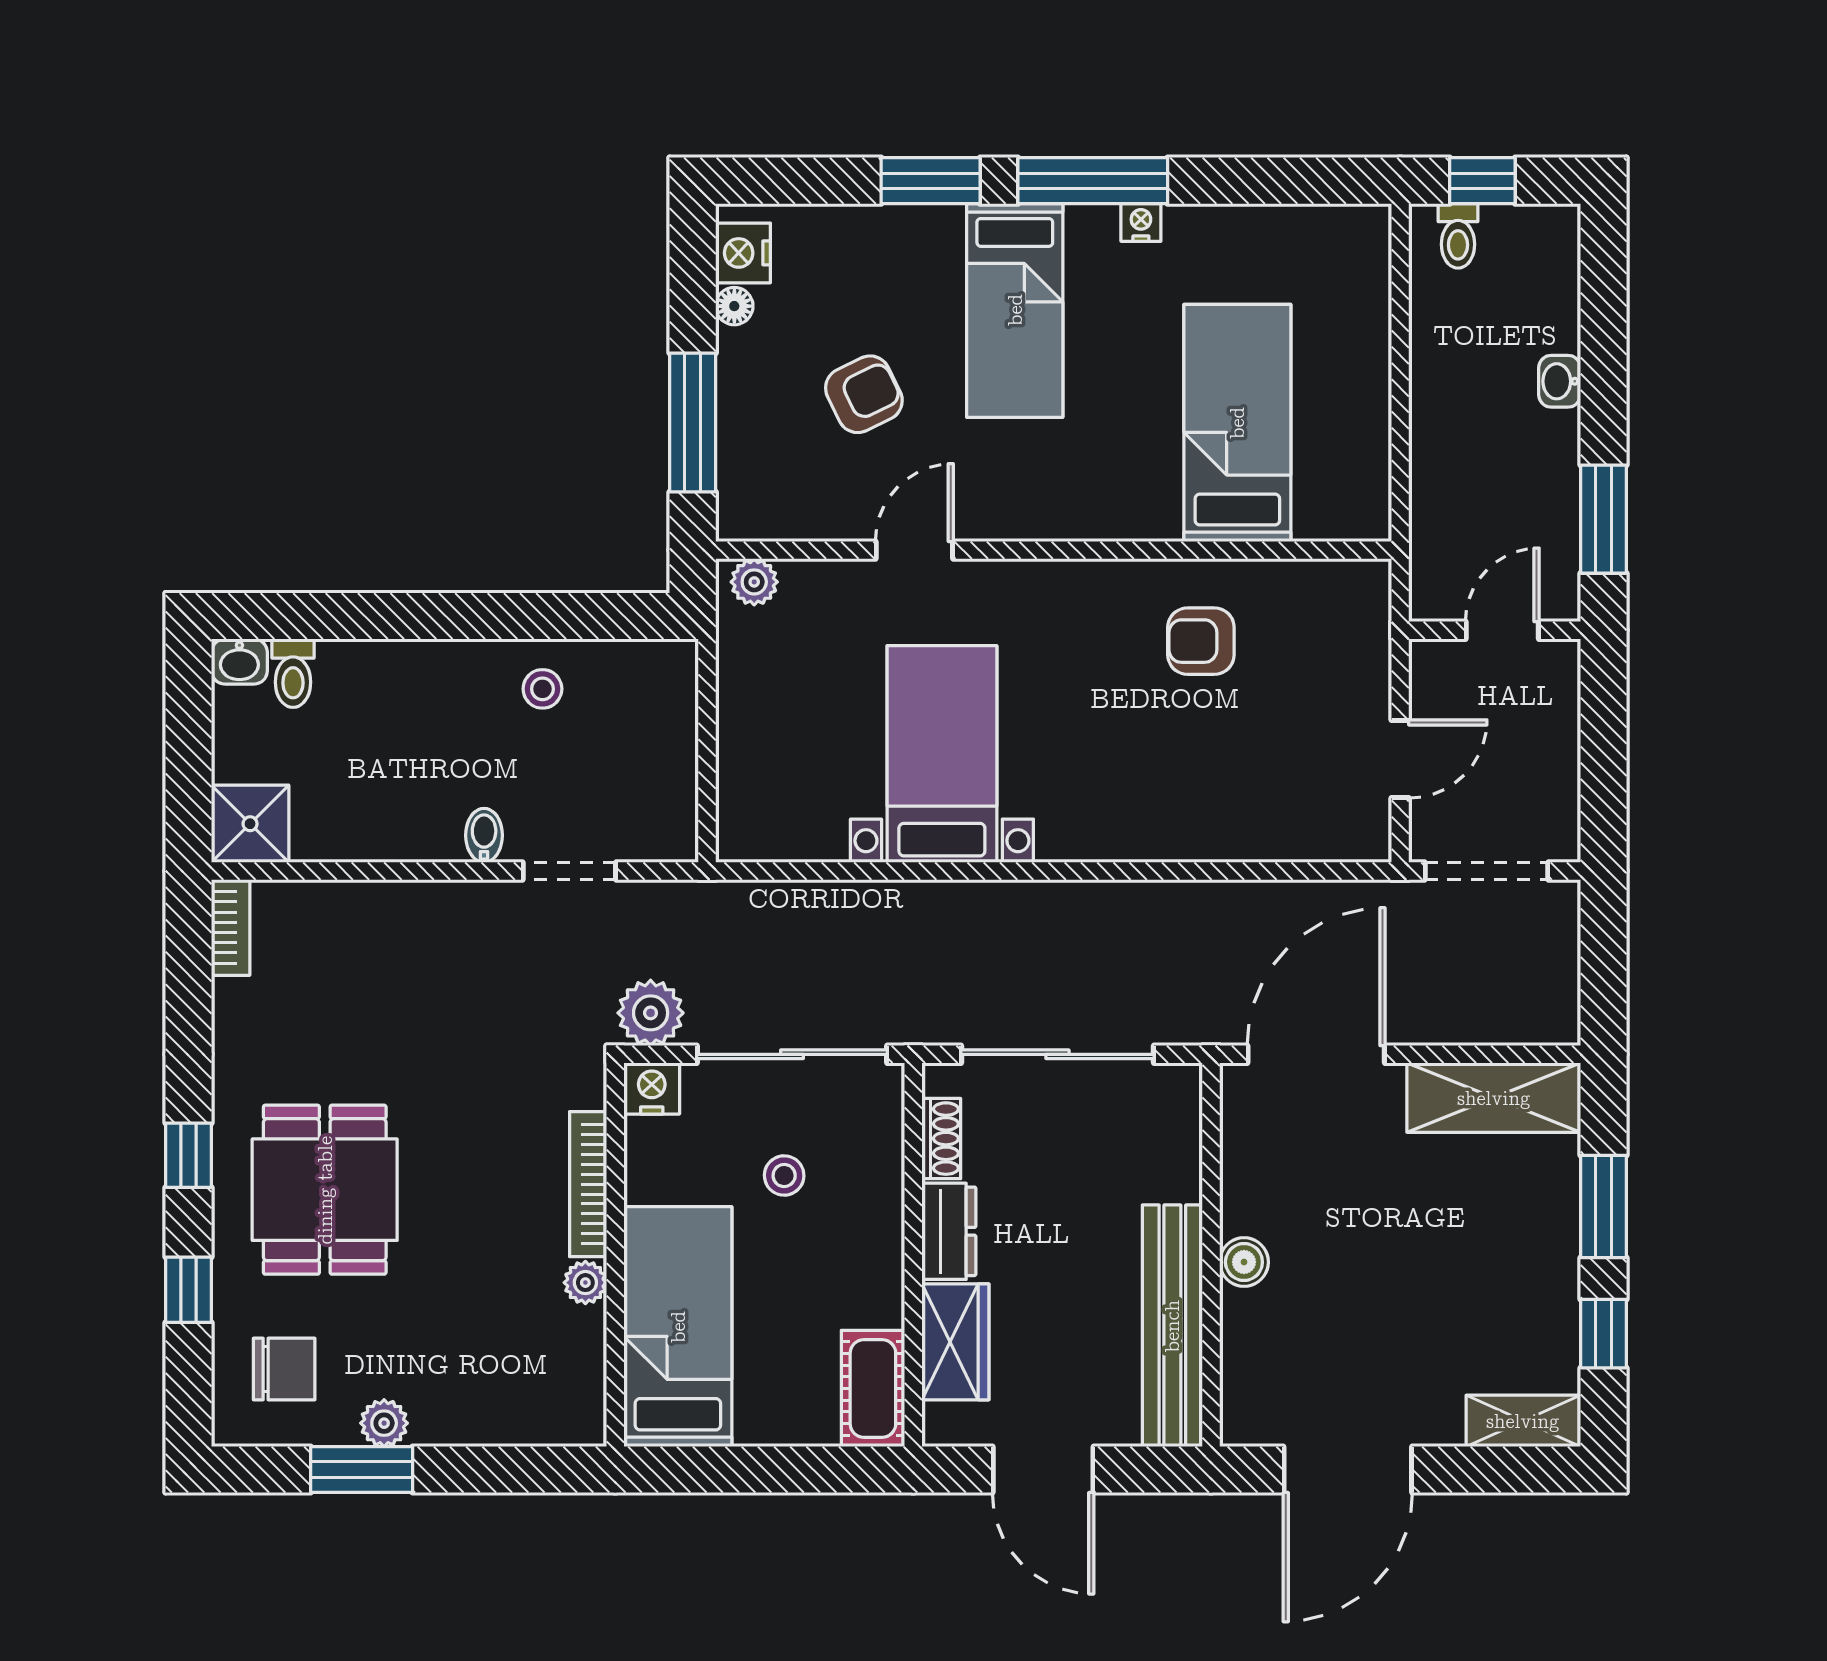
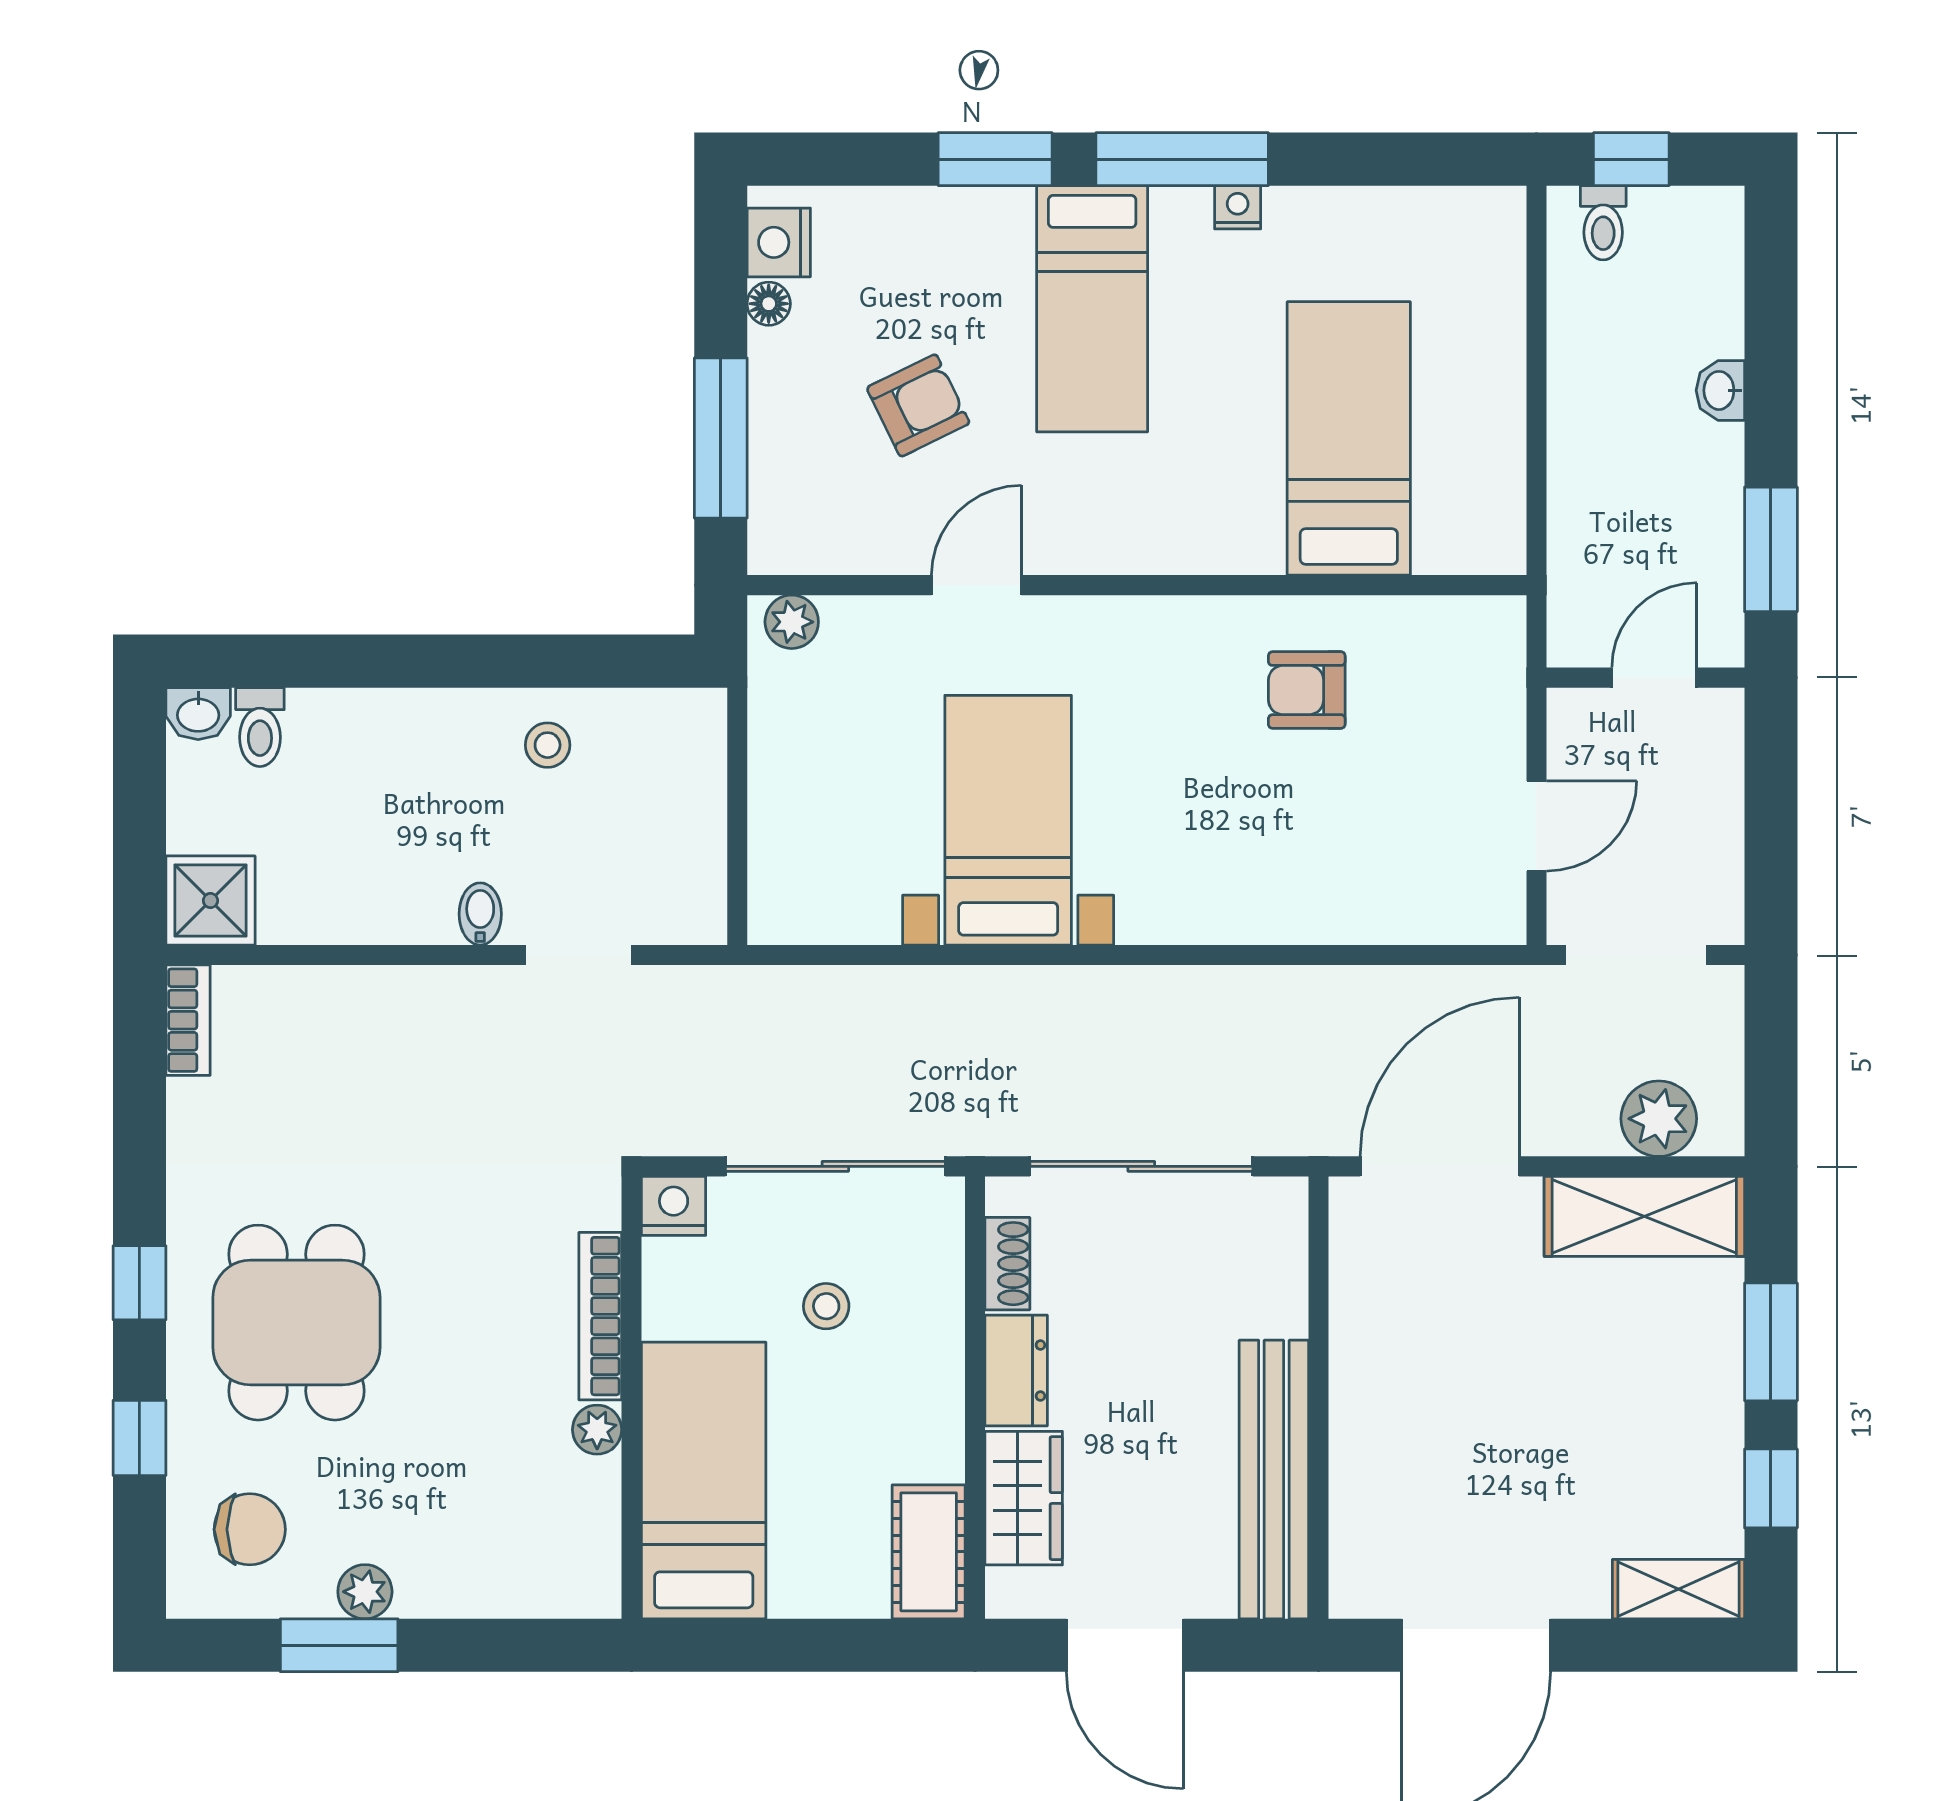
plant: (651, 1013) -> (1659, 1119), moved
boiler: (1244, 1262) -> (1356, 1406), removed

